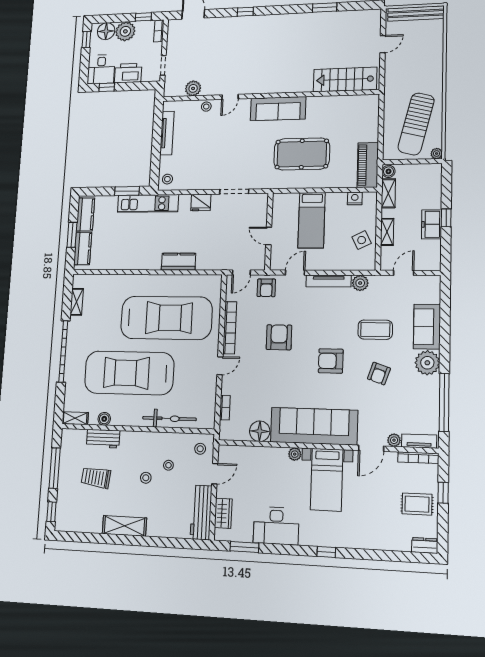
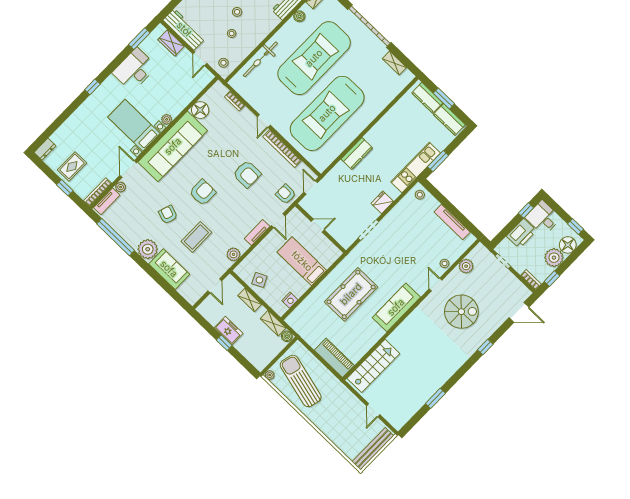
spiral stairs: (234, 57) -> (461, 312), added
piano: (368, 165) -> (334, 358), moved
tv unit: (329, 281) -> (257, 232), width x0.71

